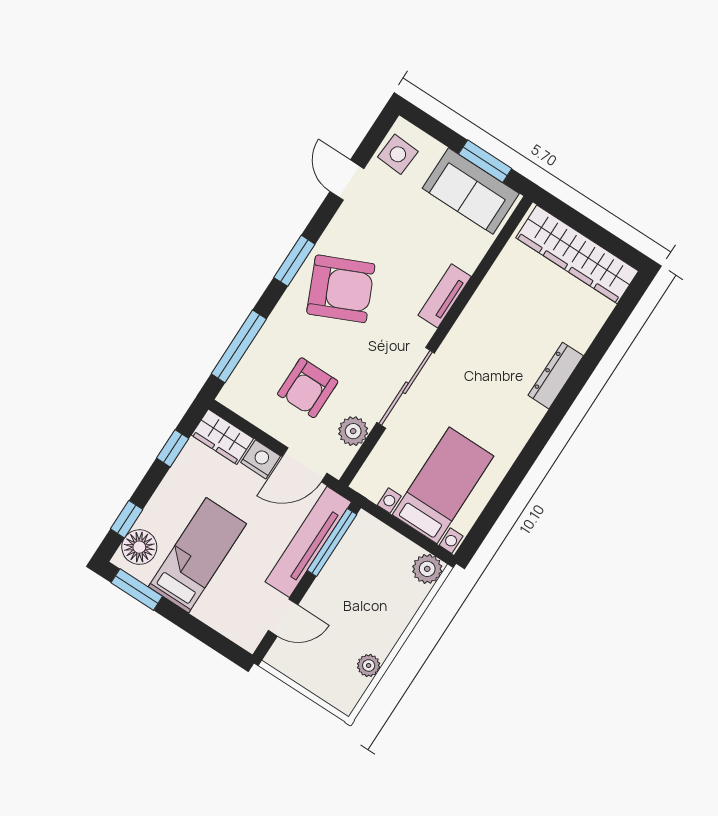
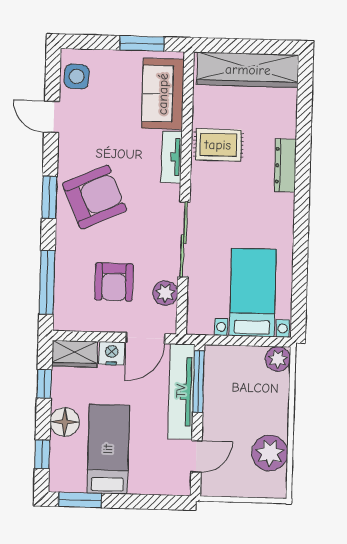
sofa: (471, 191) -> (163, 94), moved, turned 90
rug: (500, 313) -> (218, 145), added
floor lamp: (139, 547) -> (65, 422), moved
plant: (369, 665) -> (270, 453), width x1.88, depth x1.88

